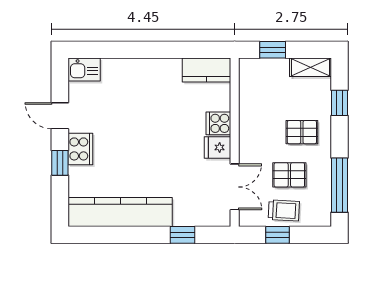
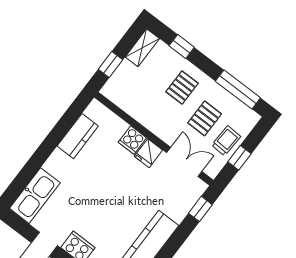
kitchen sink: (84, 70) -> (35, 196), width x1.87, depth x1.24
kitchen counter: (206, 70) -> (78, 136), moved
window: (183, 235) -> (200, 209), moved

